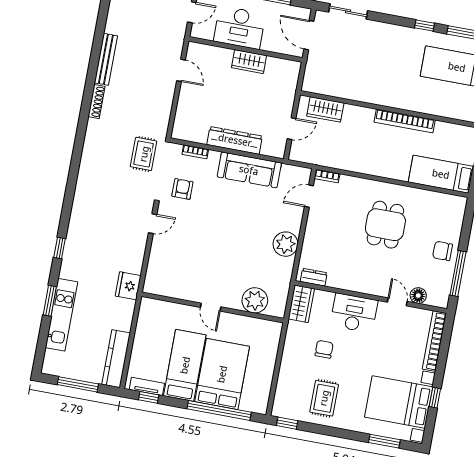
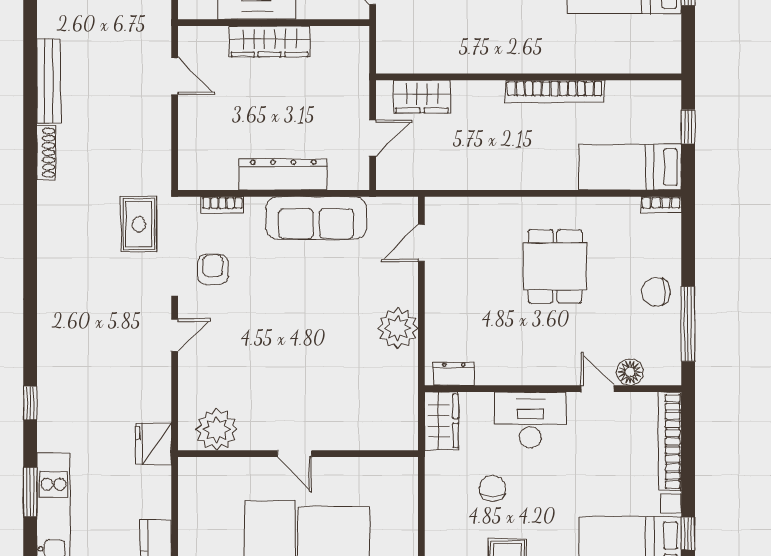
wardrobe: (249, 62) -> (270, 41), width x1.50
bookcase: (327, 176) -> (661, 205), moved
plant: (255, 300) -> (217, 429), moved

